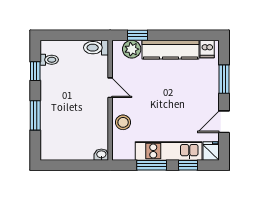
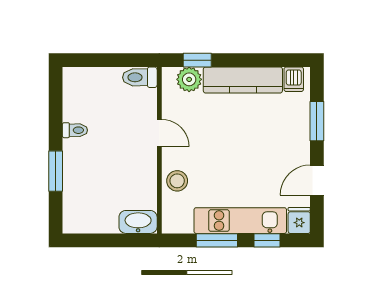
toilet: (49, 60) -> (75, 130), moved
window: (35, 71) -> (56, 110), removed
washbasin: (101, 155) -> (138, 222), width x1.91, depth x1.45

